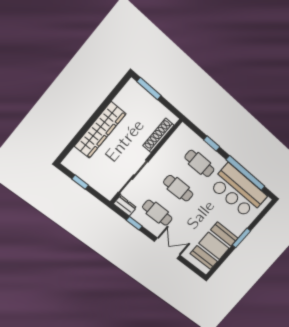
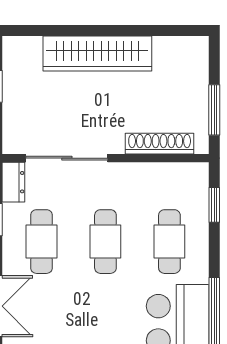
window: (149, 89) -> (214, 110), moved
window: (212, 143) -> (214, 205), moved

